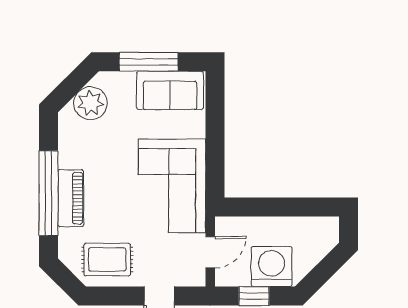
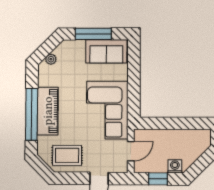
plant: (90, 103) -> (51, 59), width x0.53, depth x0.53
piano: (71, 198) -> (48, 111), width x1.37, depth x1.33
washing machine: (272, 267) -> (175, 166), width x0.53, depth x0.53

